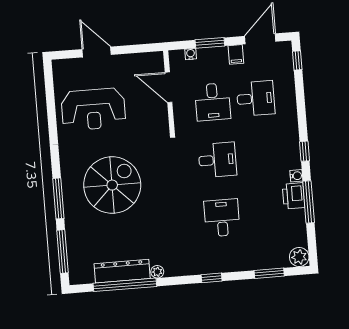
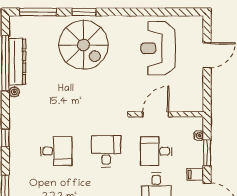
door: (169, 87) -> (156, 114), moved
desk: (217, 160) -> (106, 151), turned 180
spiral stairs: (112, 185) -> (84, 45), moved
window: (58, 198) -> (84, 12), width x0.69

